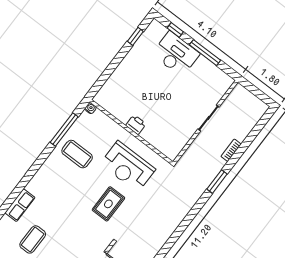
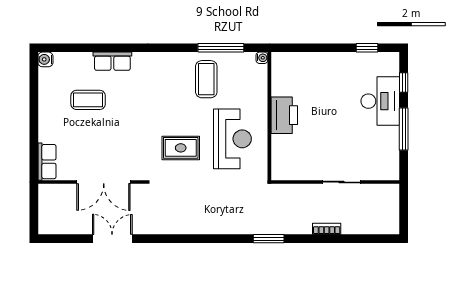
printer: (136, 125) -> (284, 115), width x1.87, depth x1.48
reception desk: (128, 167) -> (232, 139), turned 180
window: (217, 182) -> (269, 239), moved

